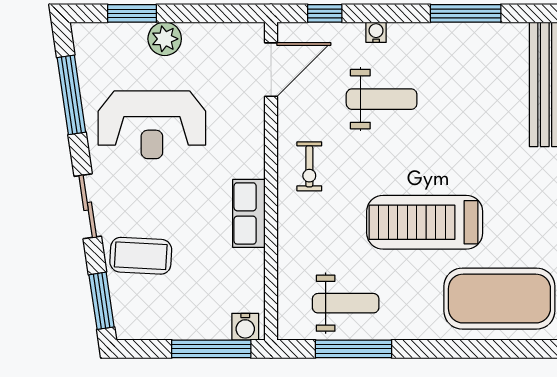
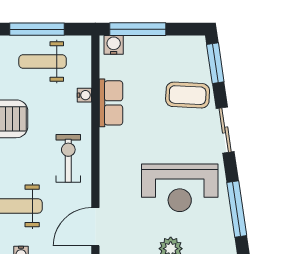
reception desk: (152, 125) -> (180, 188), turned 180
exercise bike: (309, 166) -> (68, 158), width x1.38, depth x1.39
row of seats: (249, 213) -> (111, 103), moved
water cooler: (287, 256) -> (84, 95), added

